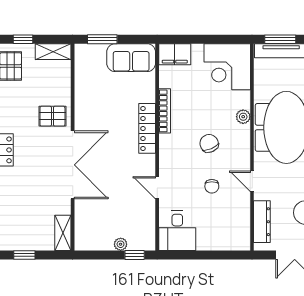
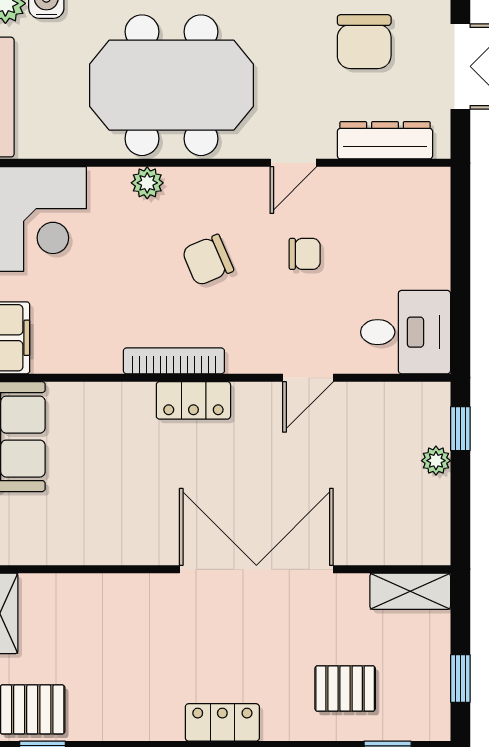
bookcase: (165, 111) -> (174, 361), moved
pallet: (52, 116) -> (345, 689), moved, turned 90
locker: (147, 128) -> (193, 400), width x0.66

